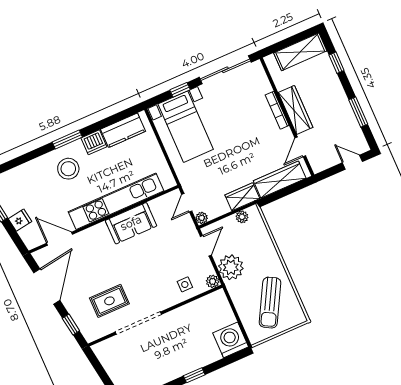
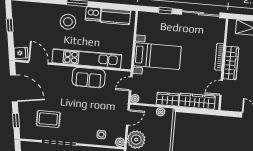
bed with nightstands: (186, 127) -> (157, 56), moved, turned -90
fridge: (20, 220) -> (21, 53), moved
door: (47, 287) -> (14, 88), hinge flipped

